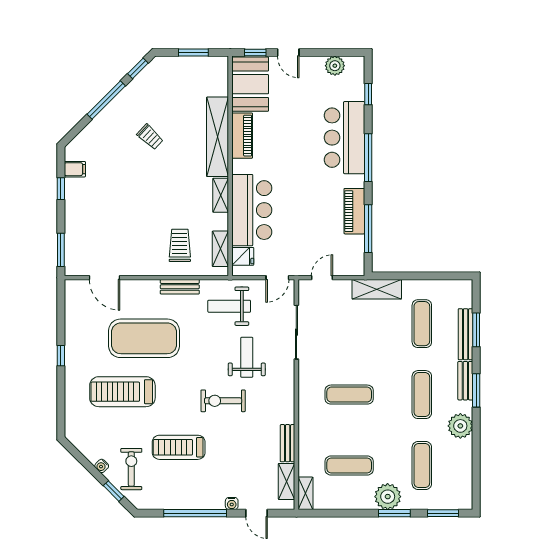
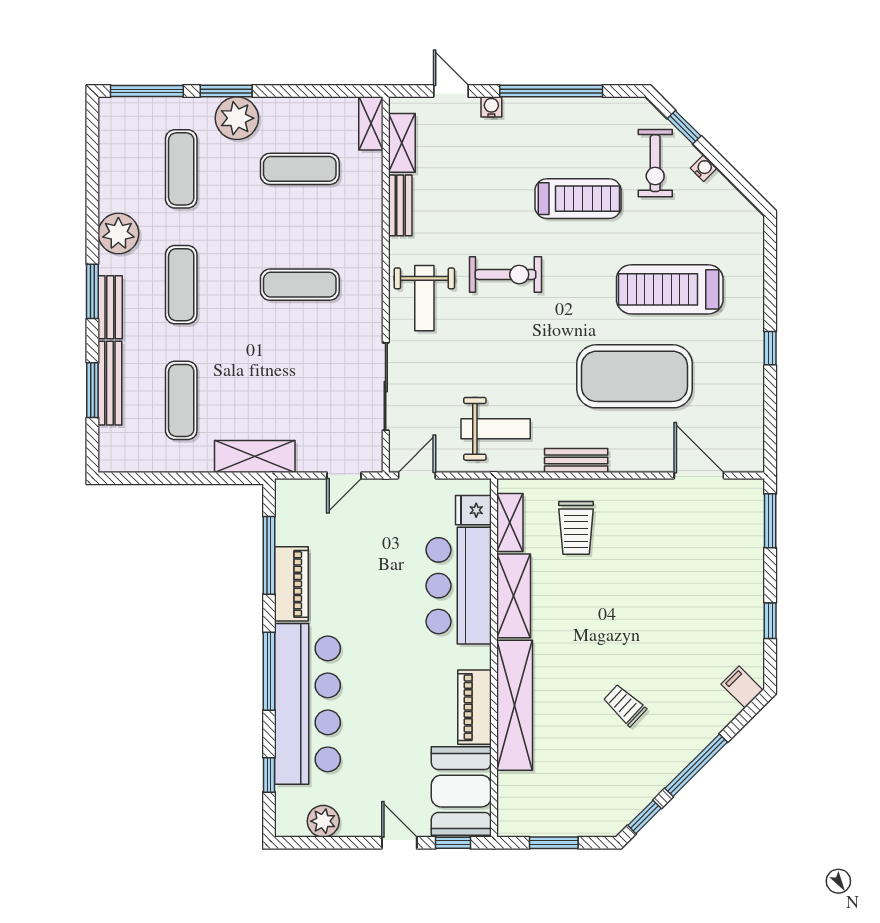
bar counter: (344, 138) -> (307, 704), width x1.36
filing cabinet: (75, 169) -> (742, 687), moved, turned 45
shelving: (221, 195) -> (514, 596), width x1.50, depth x1.33
weight bench: (247, 357) -> (424, 298), moved
treadmill: (122, 392) -> (670, 289), turned 180
window: (443, 513) -> (147, 91), width x1.44

